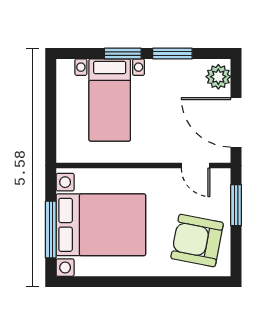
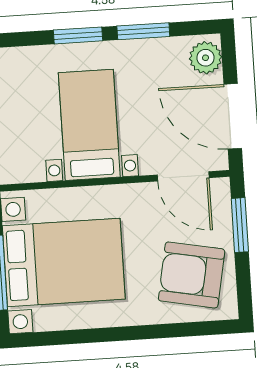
bed with nightstands: (110, 100) -> (89, 125), moved, turned 180
door: (196, 165) -> (183, 176), width x1.37

